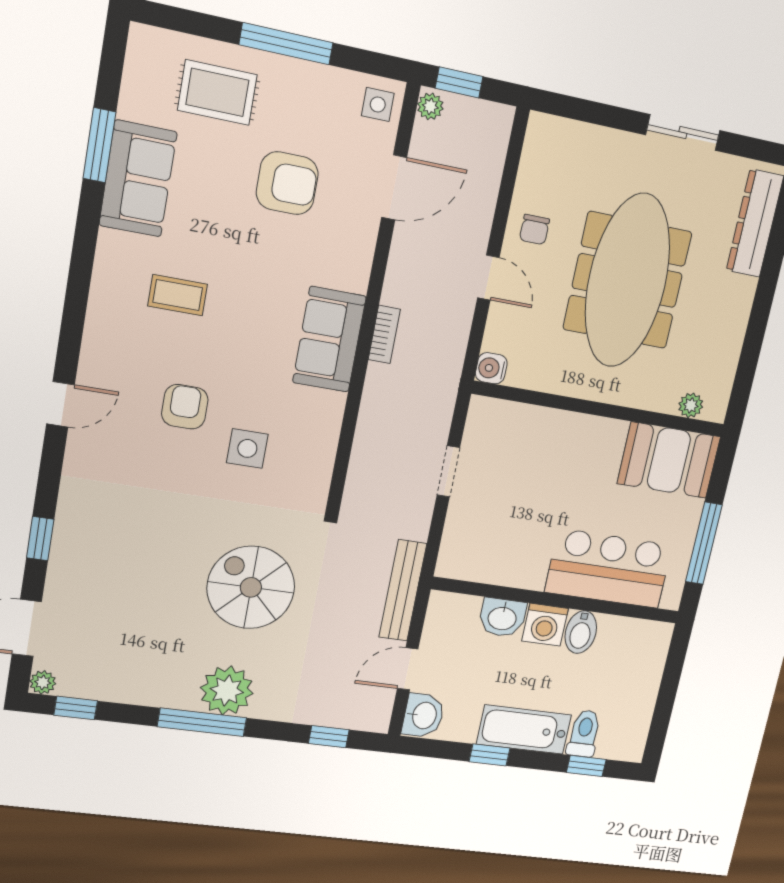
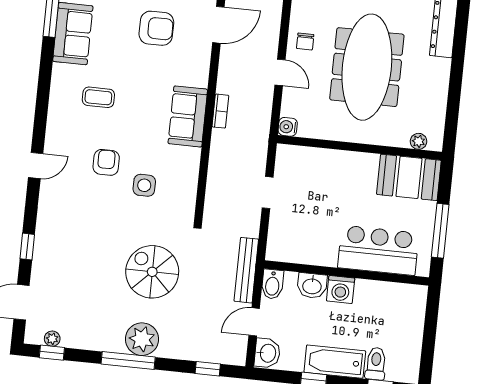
bidet: (581, 632) -> (272, 284), moved
plant: (43, 682) -> (52, 339), moved

